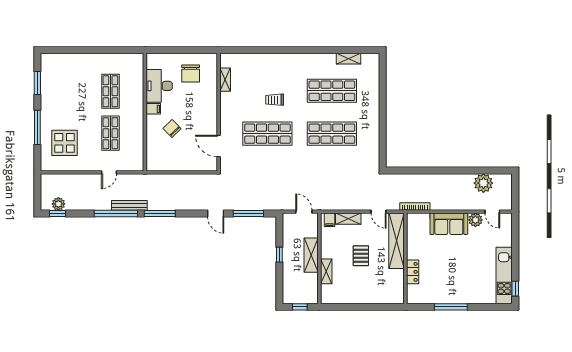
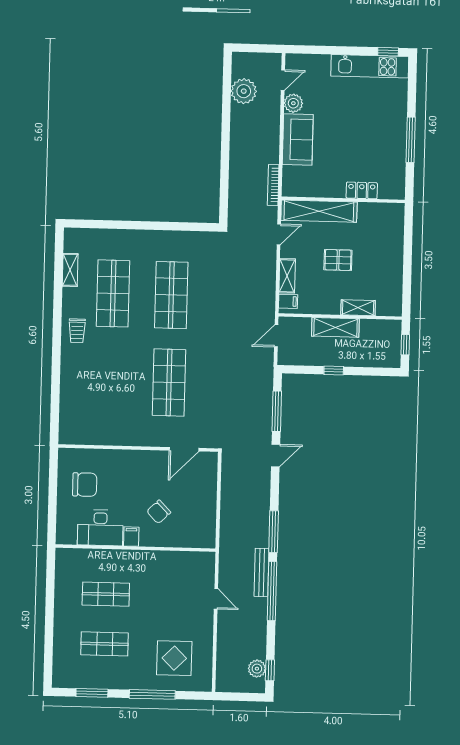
shelving: (225, 80) -> (94, 438), removed
trolley: (275, 100) -> (77, 331), moved
shop shelf: (110, 133) -> (105, 644), moved

